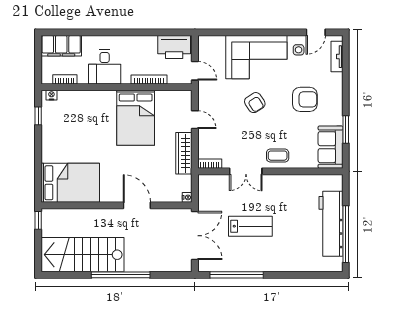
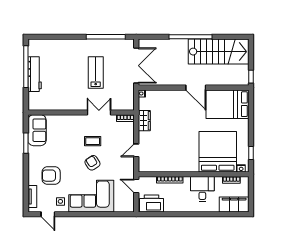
door: (316, 32) -> (48, 214), swing flipped
armchair: (305, 99) -> (51, 176), moved
bed: (136, 118) -> (218, 152), moved, width x1.36
door: (195, 120) -> (136, 150), hinge flipped
wardrobe: (184, 153) -> (144, 121), width x0.67
coffee table: (278, 156) -> (93, 141), moved
door: (137, 205) -> (196, 88), moved
workbench: (331, 224) -> (35, 74), width x0.73, depth x0.76
lab bench: (250, 226) -> (96, 72), turned 90
double door: (195, 236) -> (136, 66), swing flipped

